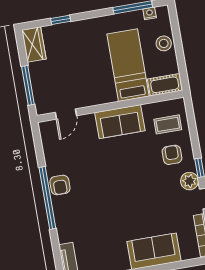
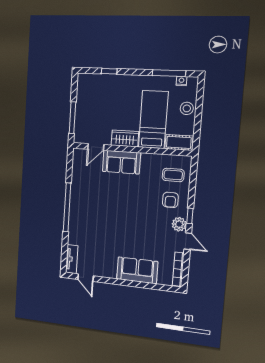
wardrobe: (34, 45) -> (125, 138), moved, turned -90
sofa: (120, 122) -> (121, 162), moved
armchair: (172, 155) -> (170, 200), turned 180
armchair: (60, 185) -> (79, 200), removed

